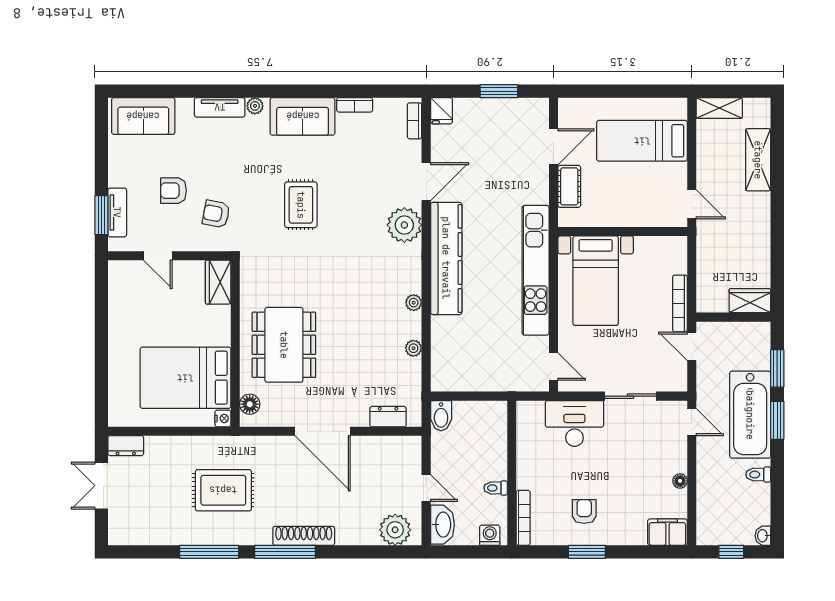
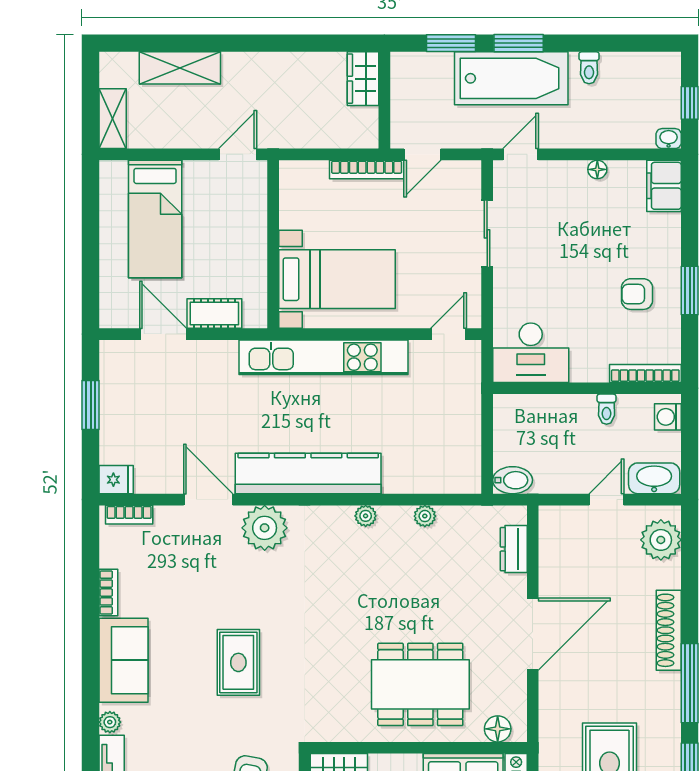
rug: (301, 205) -> (238, 662), turned 90
desk: (574, 423) -> (531, 353), moved, turned -90
shoe rack: (304, 536) -> (669, 630), moved
washbasin: (763, 536) -> (669, 139), moved, turned 180

